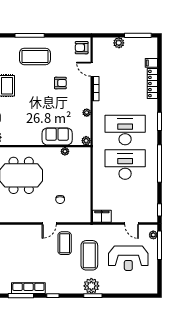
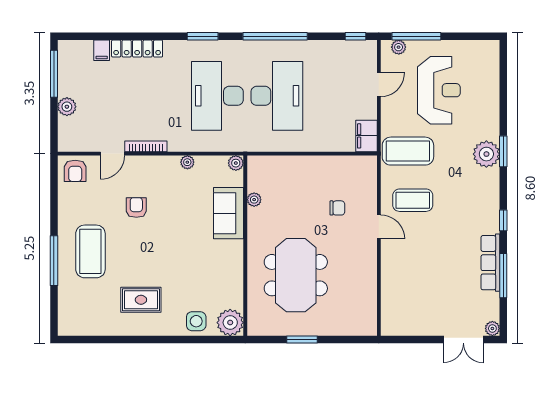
desk: (125, 164) -> (277, 96), turned 180
coffee table: (89, 255) -> (408, 151), moved

